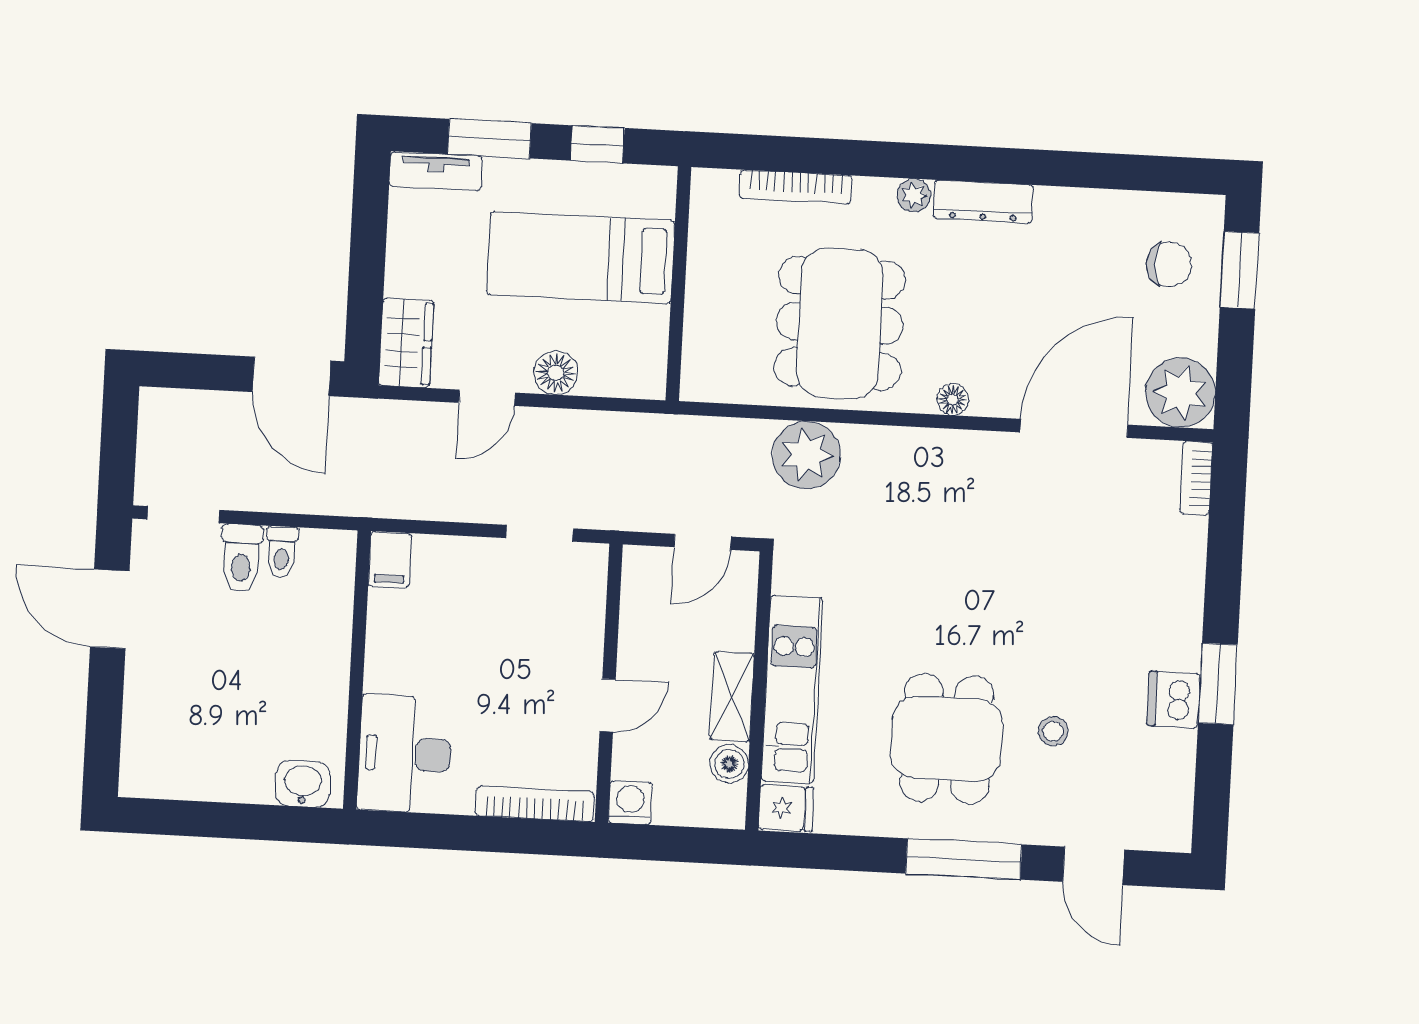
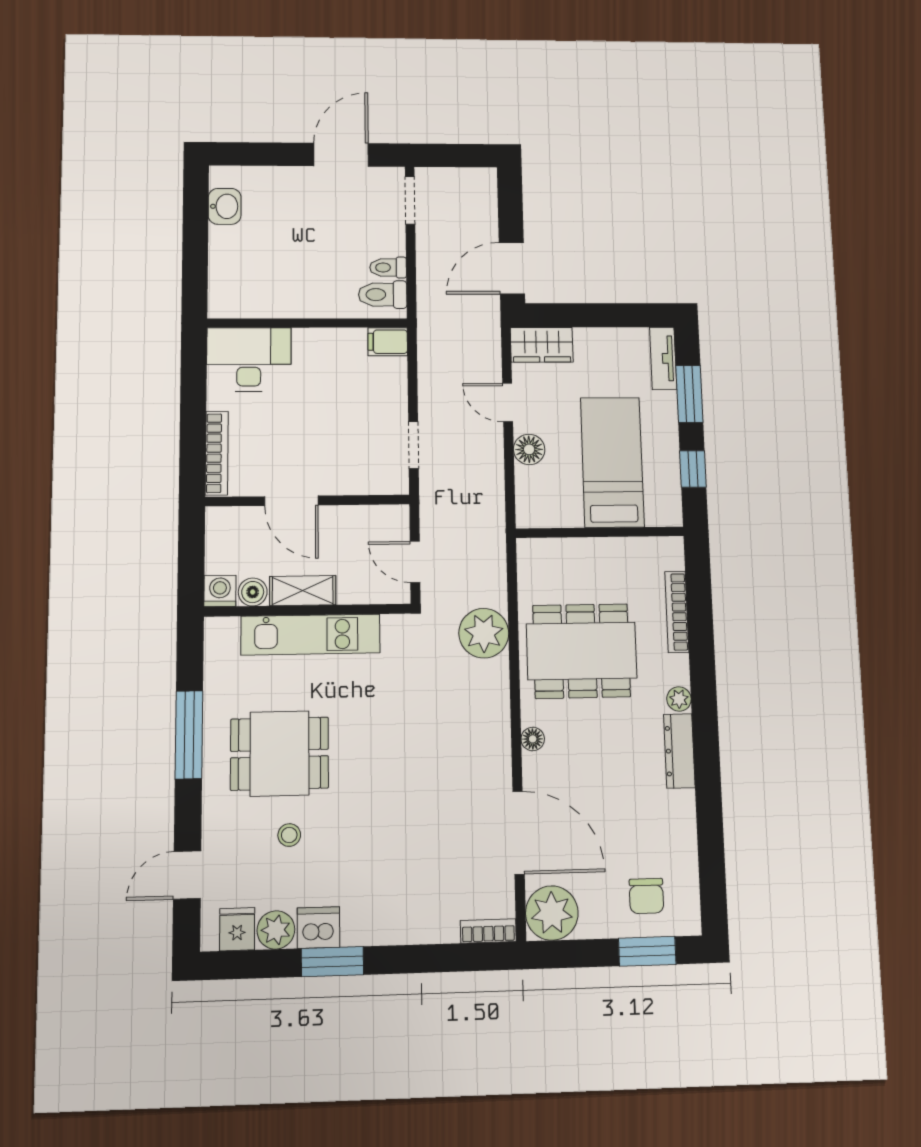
toilet: (241, 558) -> (383, 295), moved
door: (608, 705) -> (291, 501), width x1.38
plant: (1172, 755) -> (276, 930), added
washbasin: (303, 784) -> (225, 206), moved
washing machine: (630, 803) -> (220, 591), moved, turned -90
fridge: (786, 808) -> (237, 929), moved, turned 180
window: (964, 859) -> (189, 735), moved

